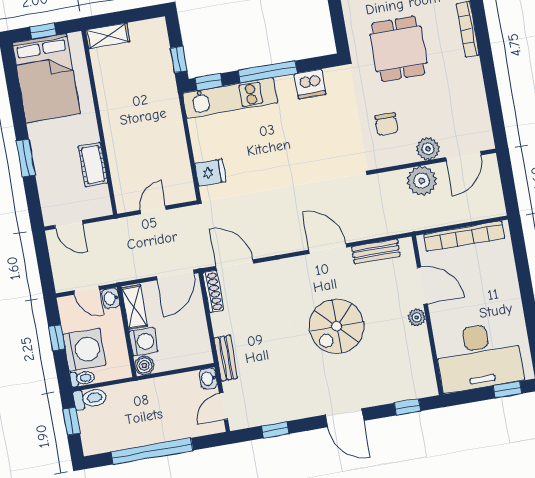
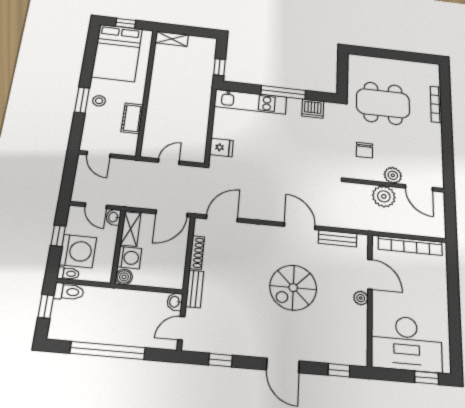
dining table: (398, 49) -> (383, 103), width x1.38
window: (209, 82) -> (237, 87), removed
stool: (46, 153) -> (99, 101), added
door: (463, 156) -> (419, 188), hinge flipped
door: (235, 265) -> (222, 218), hinge flipped
shoe rack: (213, 291) -> (197, 253), moved

